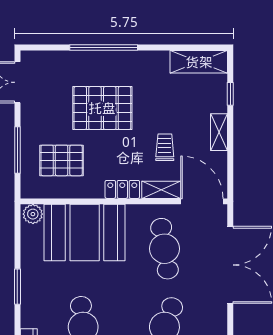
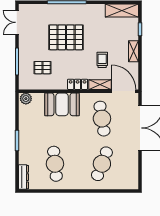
pallet: (62, 160) -> (42, 68), width x0.67, depth x0.71
booth: (85, 233) -> (62, 104), width x0.73, depth x0.70

